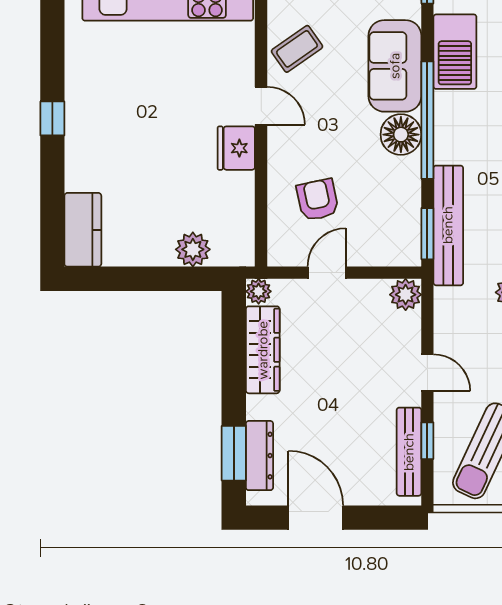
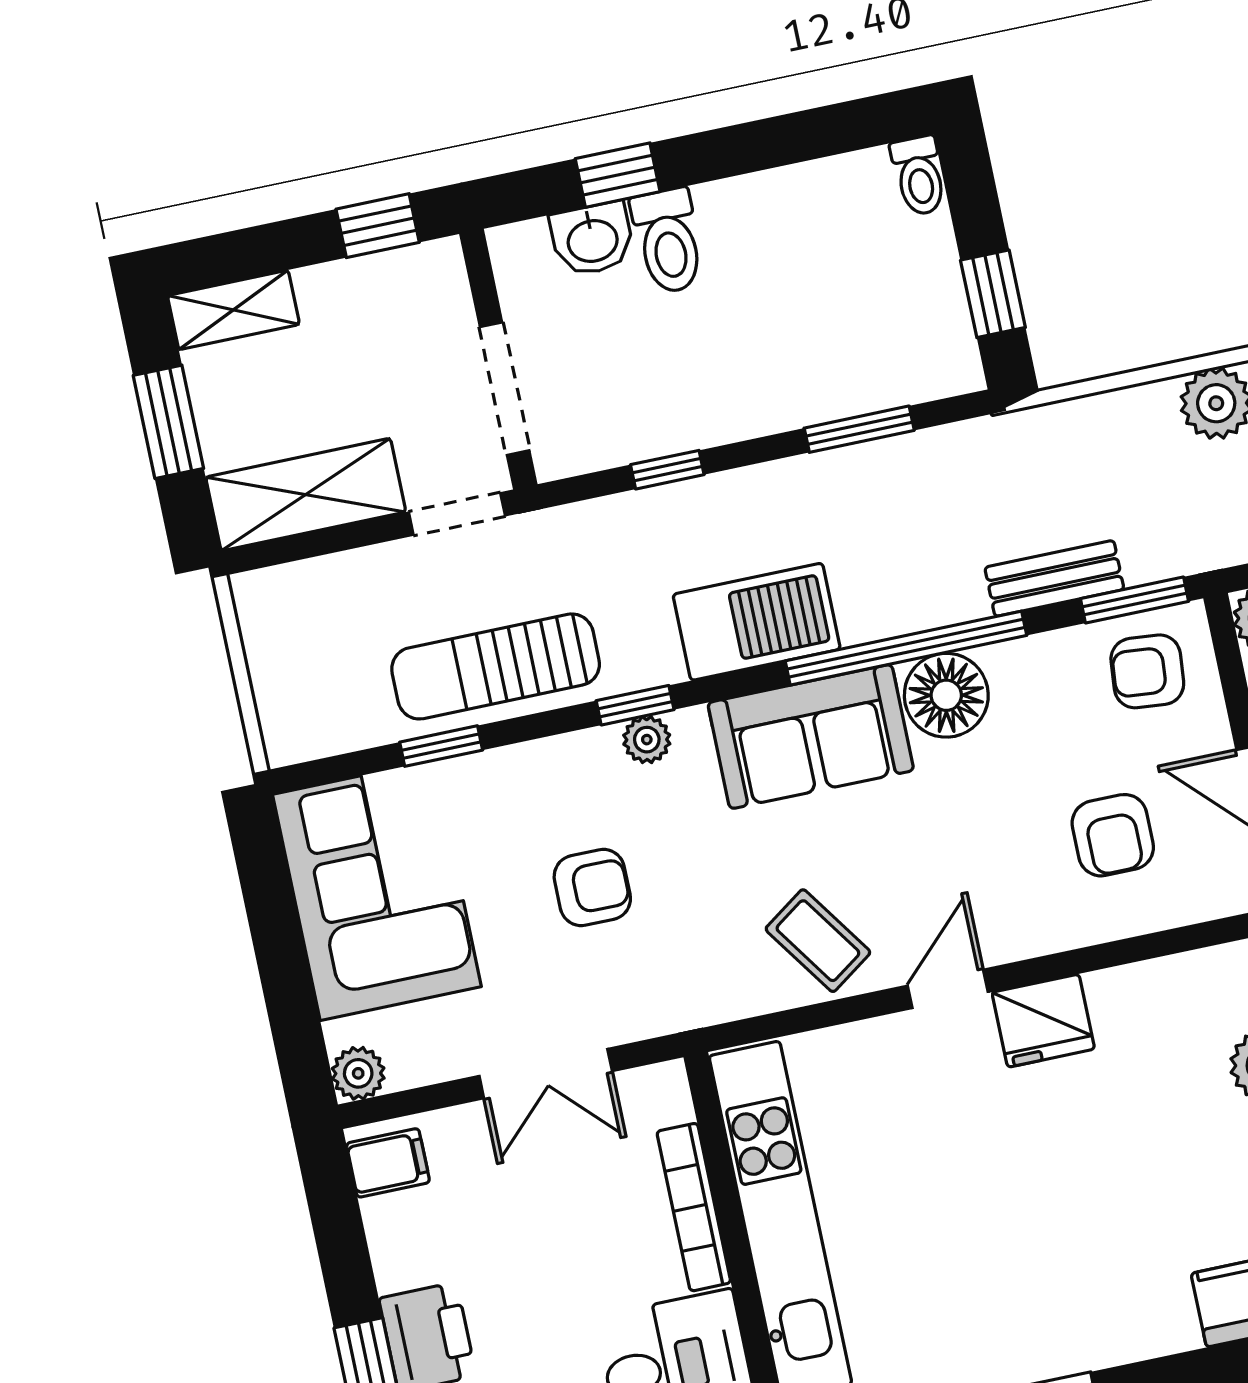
armchair: (318, 200) -> (1113, 835), turned -78
bench: (448, 225) -> (1054, 578), width x0.54, depth x0.82
armchair: (392, 233) -> (1147, 671), added

